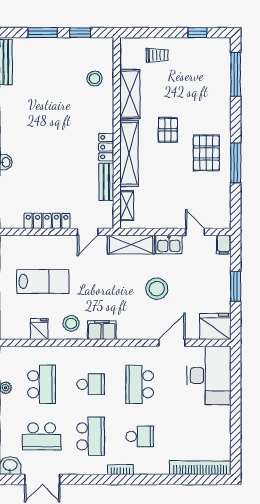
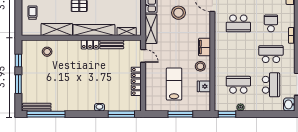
school desk: (91, 384) -> (238, 54), removed

